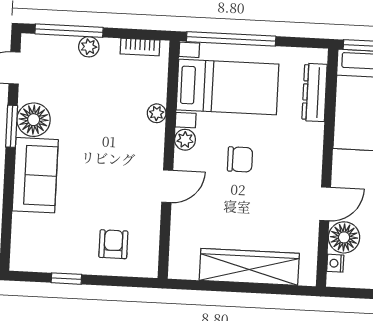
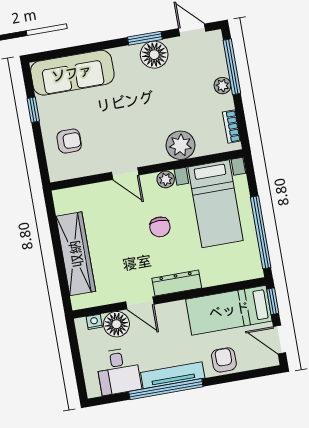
window: (231, 39) -> (261, 232), moved
dresser: (315, 92) -> (177, 283), moved
plant: (157, 113) -> (180, 145), width x1.88, depth x1.88
sofa: (35, 175) -> (72, 73), moved, width x1.36

